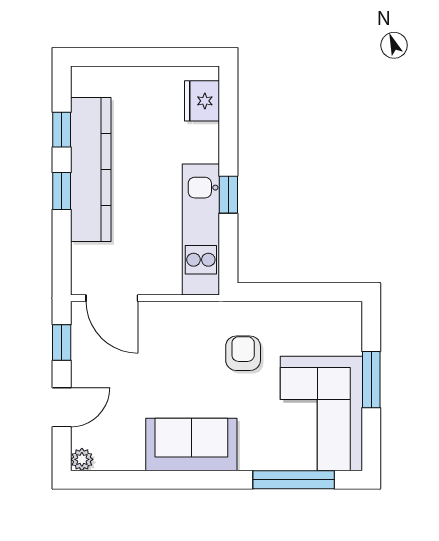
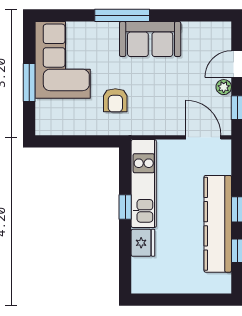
fridge: (202, 101) -> (143, 243), moved
plant: (82, 459) -> (224, 87), moved
window: (294, 480) -> (122, 15), moved

